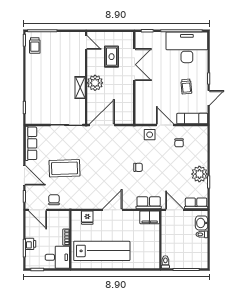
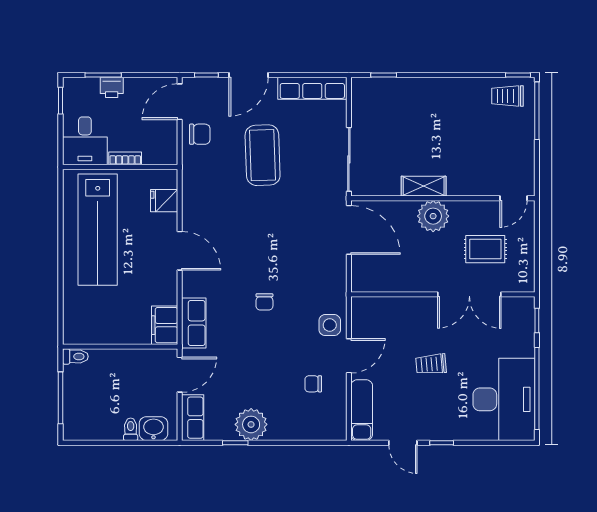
trolley: (186, 87) -> (431, 364), moved

